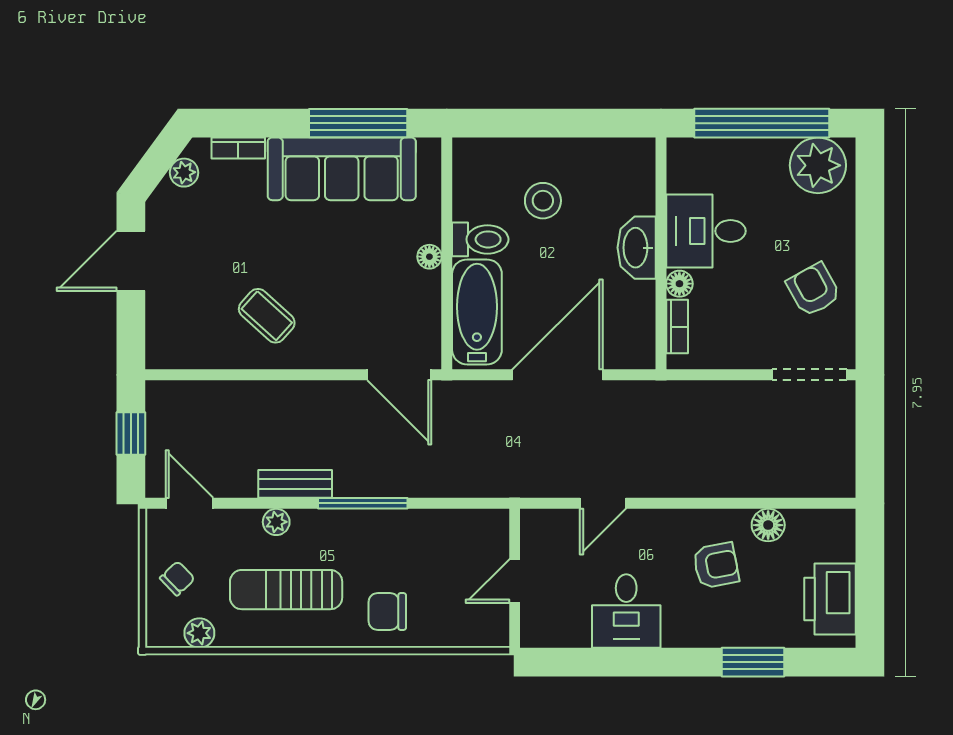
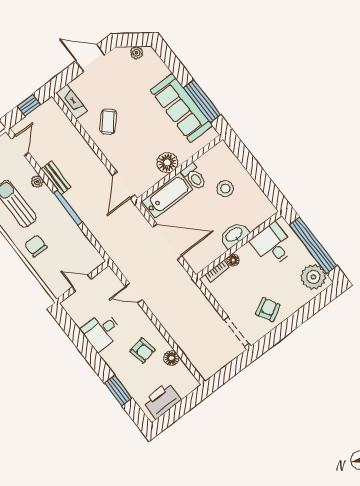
bookcase: (238, 148) -> (160, 65), removed
desk: (706, 231) -> (273, 245), moved
floor lamp: (429, 257) -> (167, 163), width x1.89, depth x1.89
fireplace: (182, 354) -> (72, 102), added

